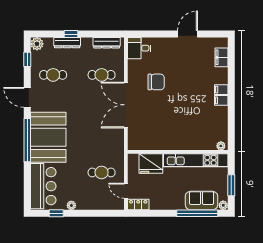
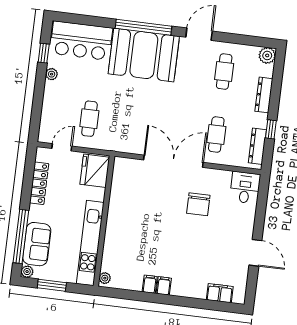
window: (71, 34) -> (271, 129), moved
window: (27, 59) -> (249, 40), removed
filing cabinet: (221, 90) -> (150, 284), moved
fridge: (151, 164) -> (95, 171), moved
locker: (138, 205) -> (39, 183), moved, width x1.53

